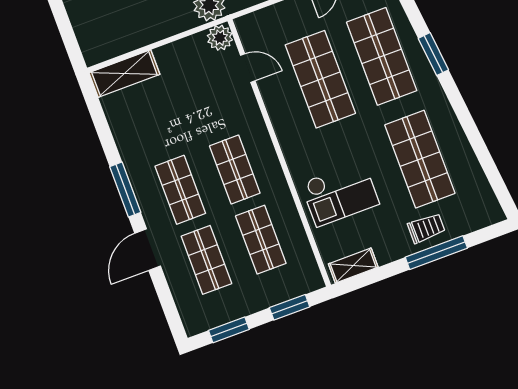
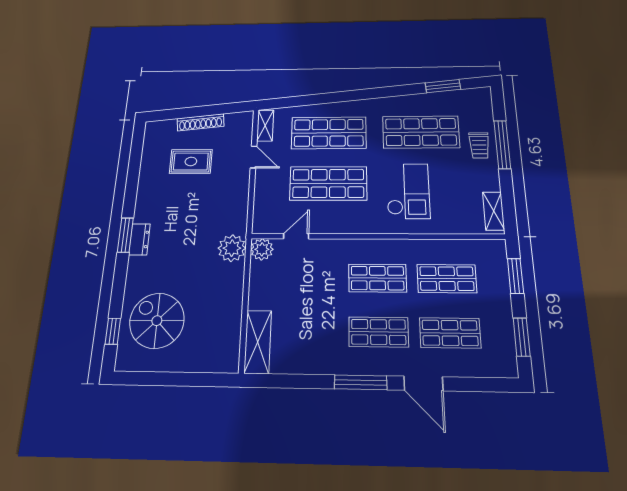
window: (433, 54) -> (443, 86), moved
checkout: (340, 194) -> (408, 191), moved
trolley: (426, 228) -> (479, 145), turned 180

